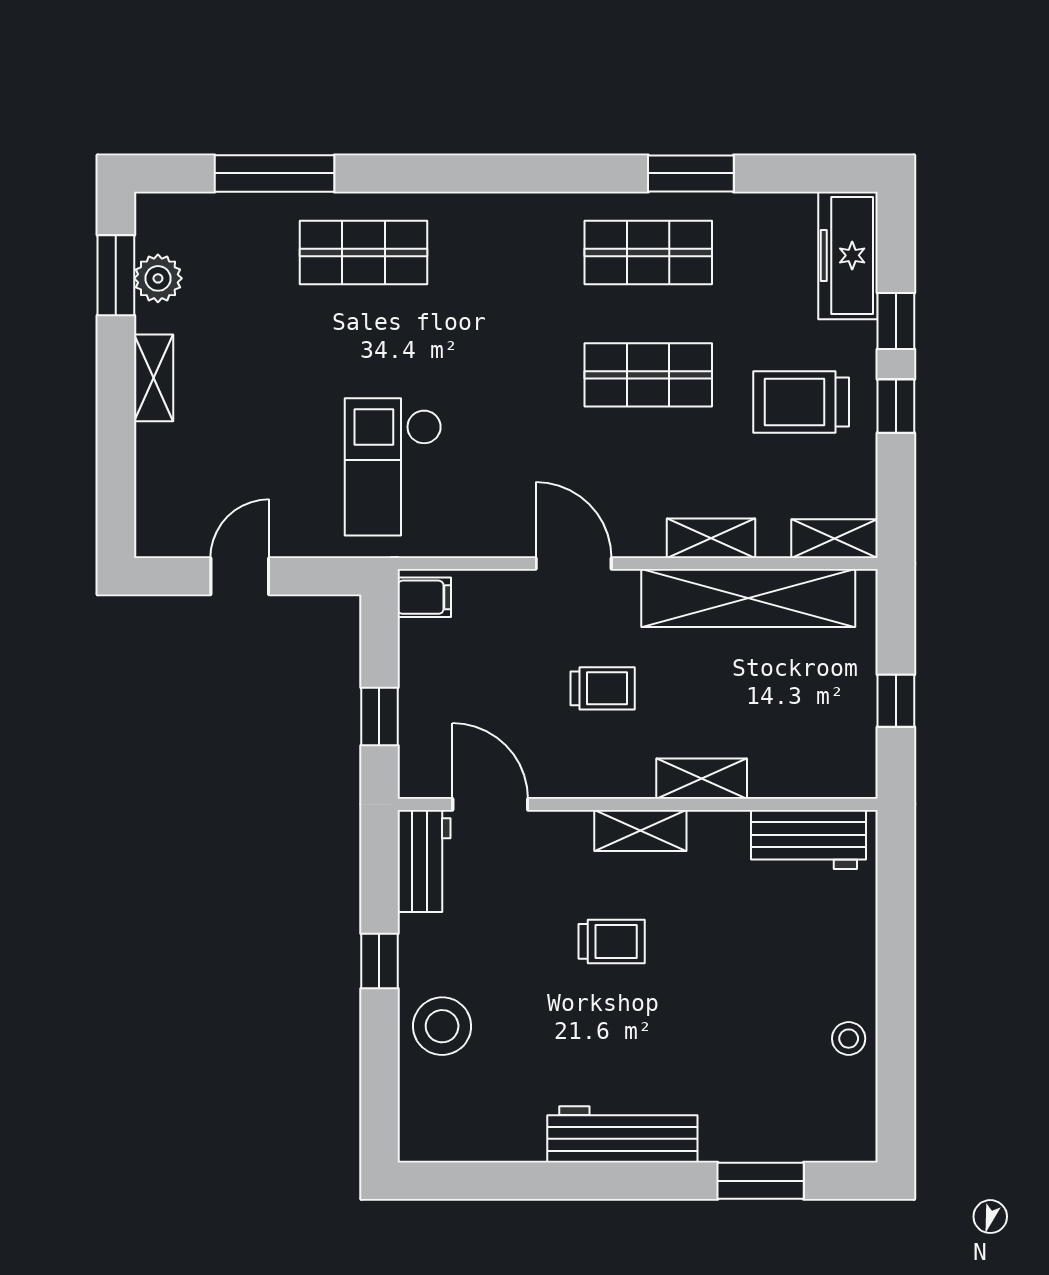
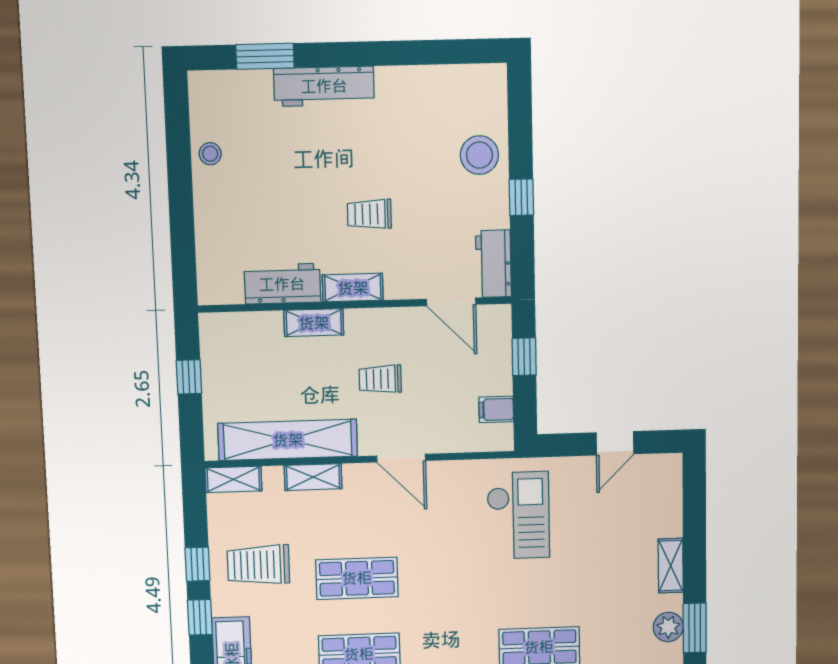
trolley: (801, 402) -> (258, 565), turned 180
filing cabinet: (424, 597) -> (496, 409), moved
workbench: (809, 839) -> (282, 284), moved
workbench: (622, 1134) -> (324, 86), moved

